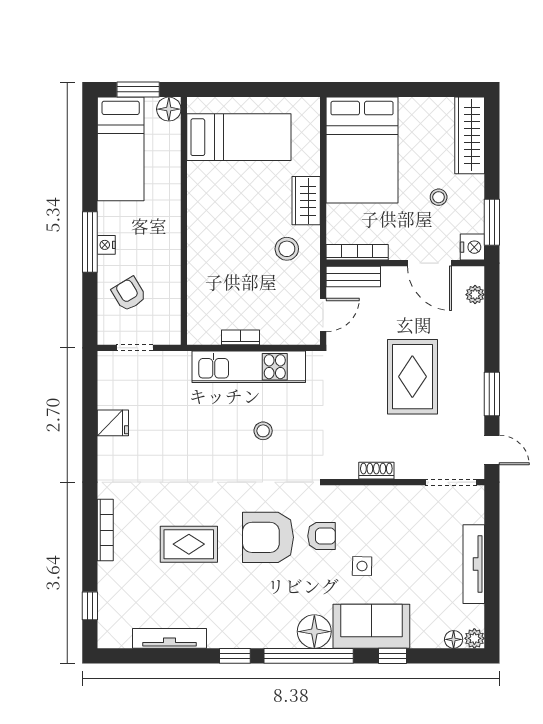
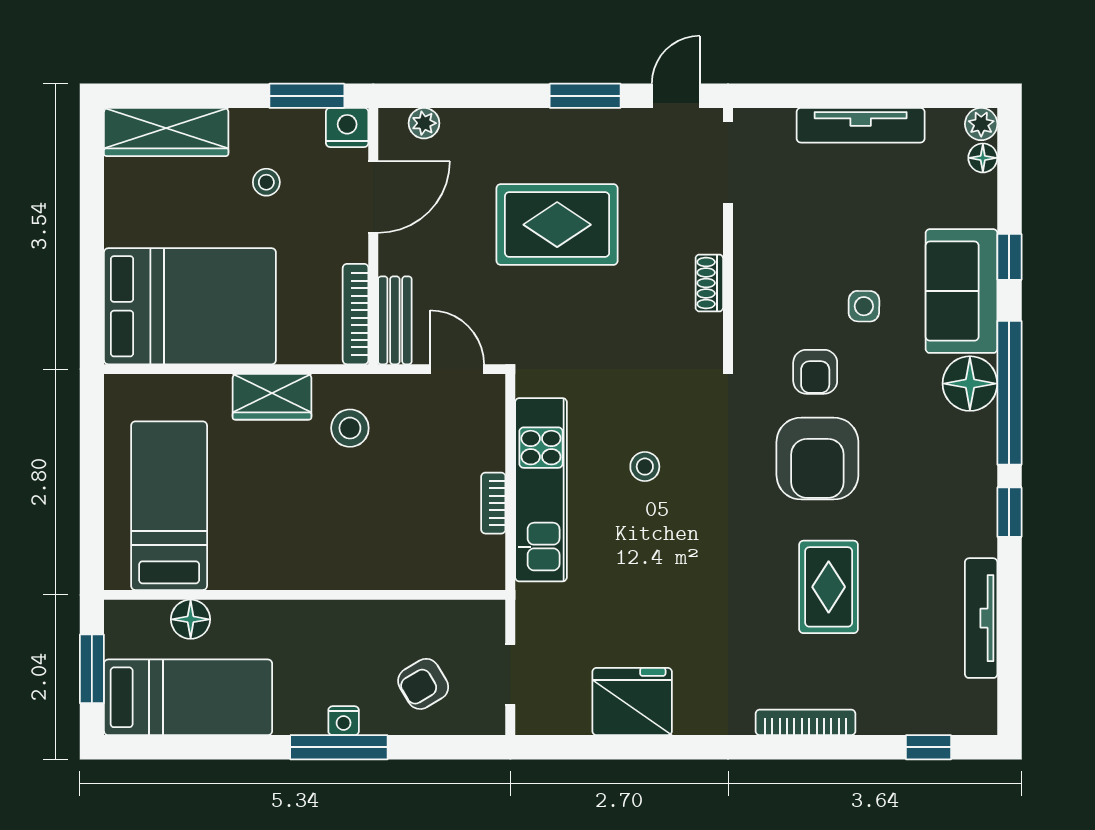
floor lamp: (169, 109) -> (191, 619), moved
fridge: (113, 423) -> (632, 701), width x1.88, depth x1.34
armchair: (322, 536) -> (815, 372), turned 180

